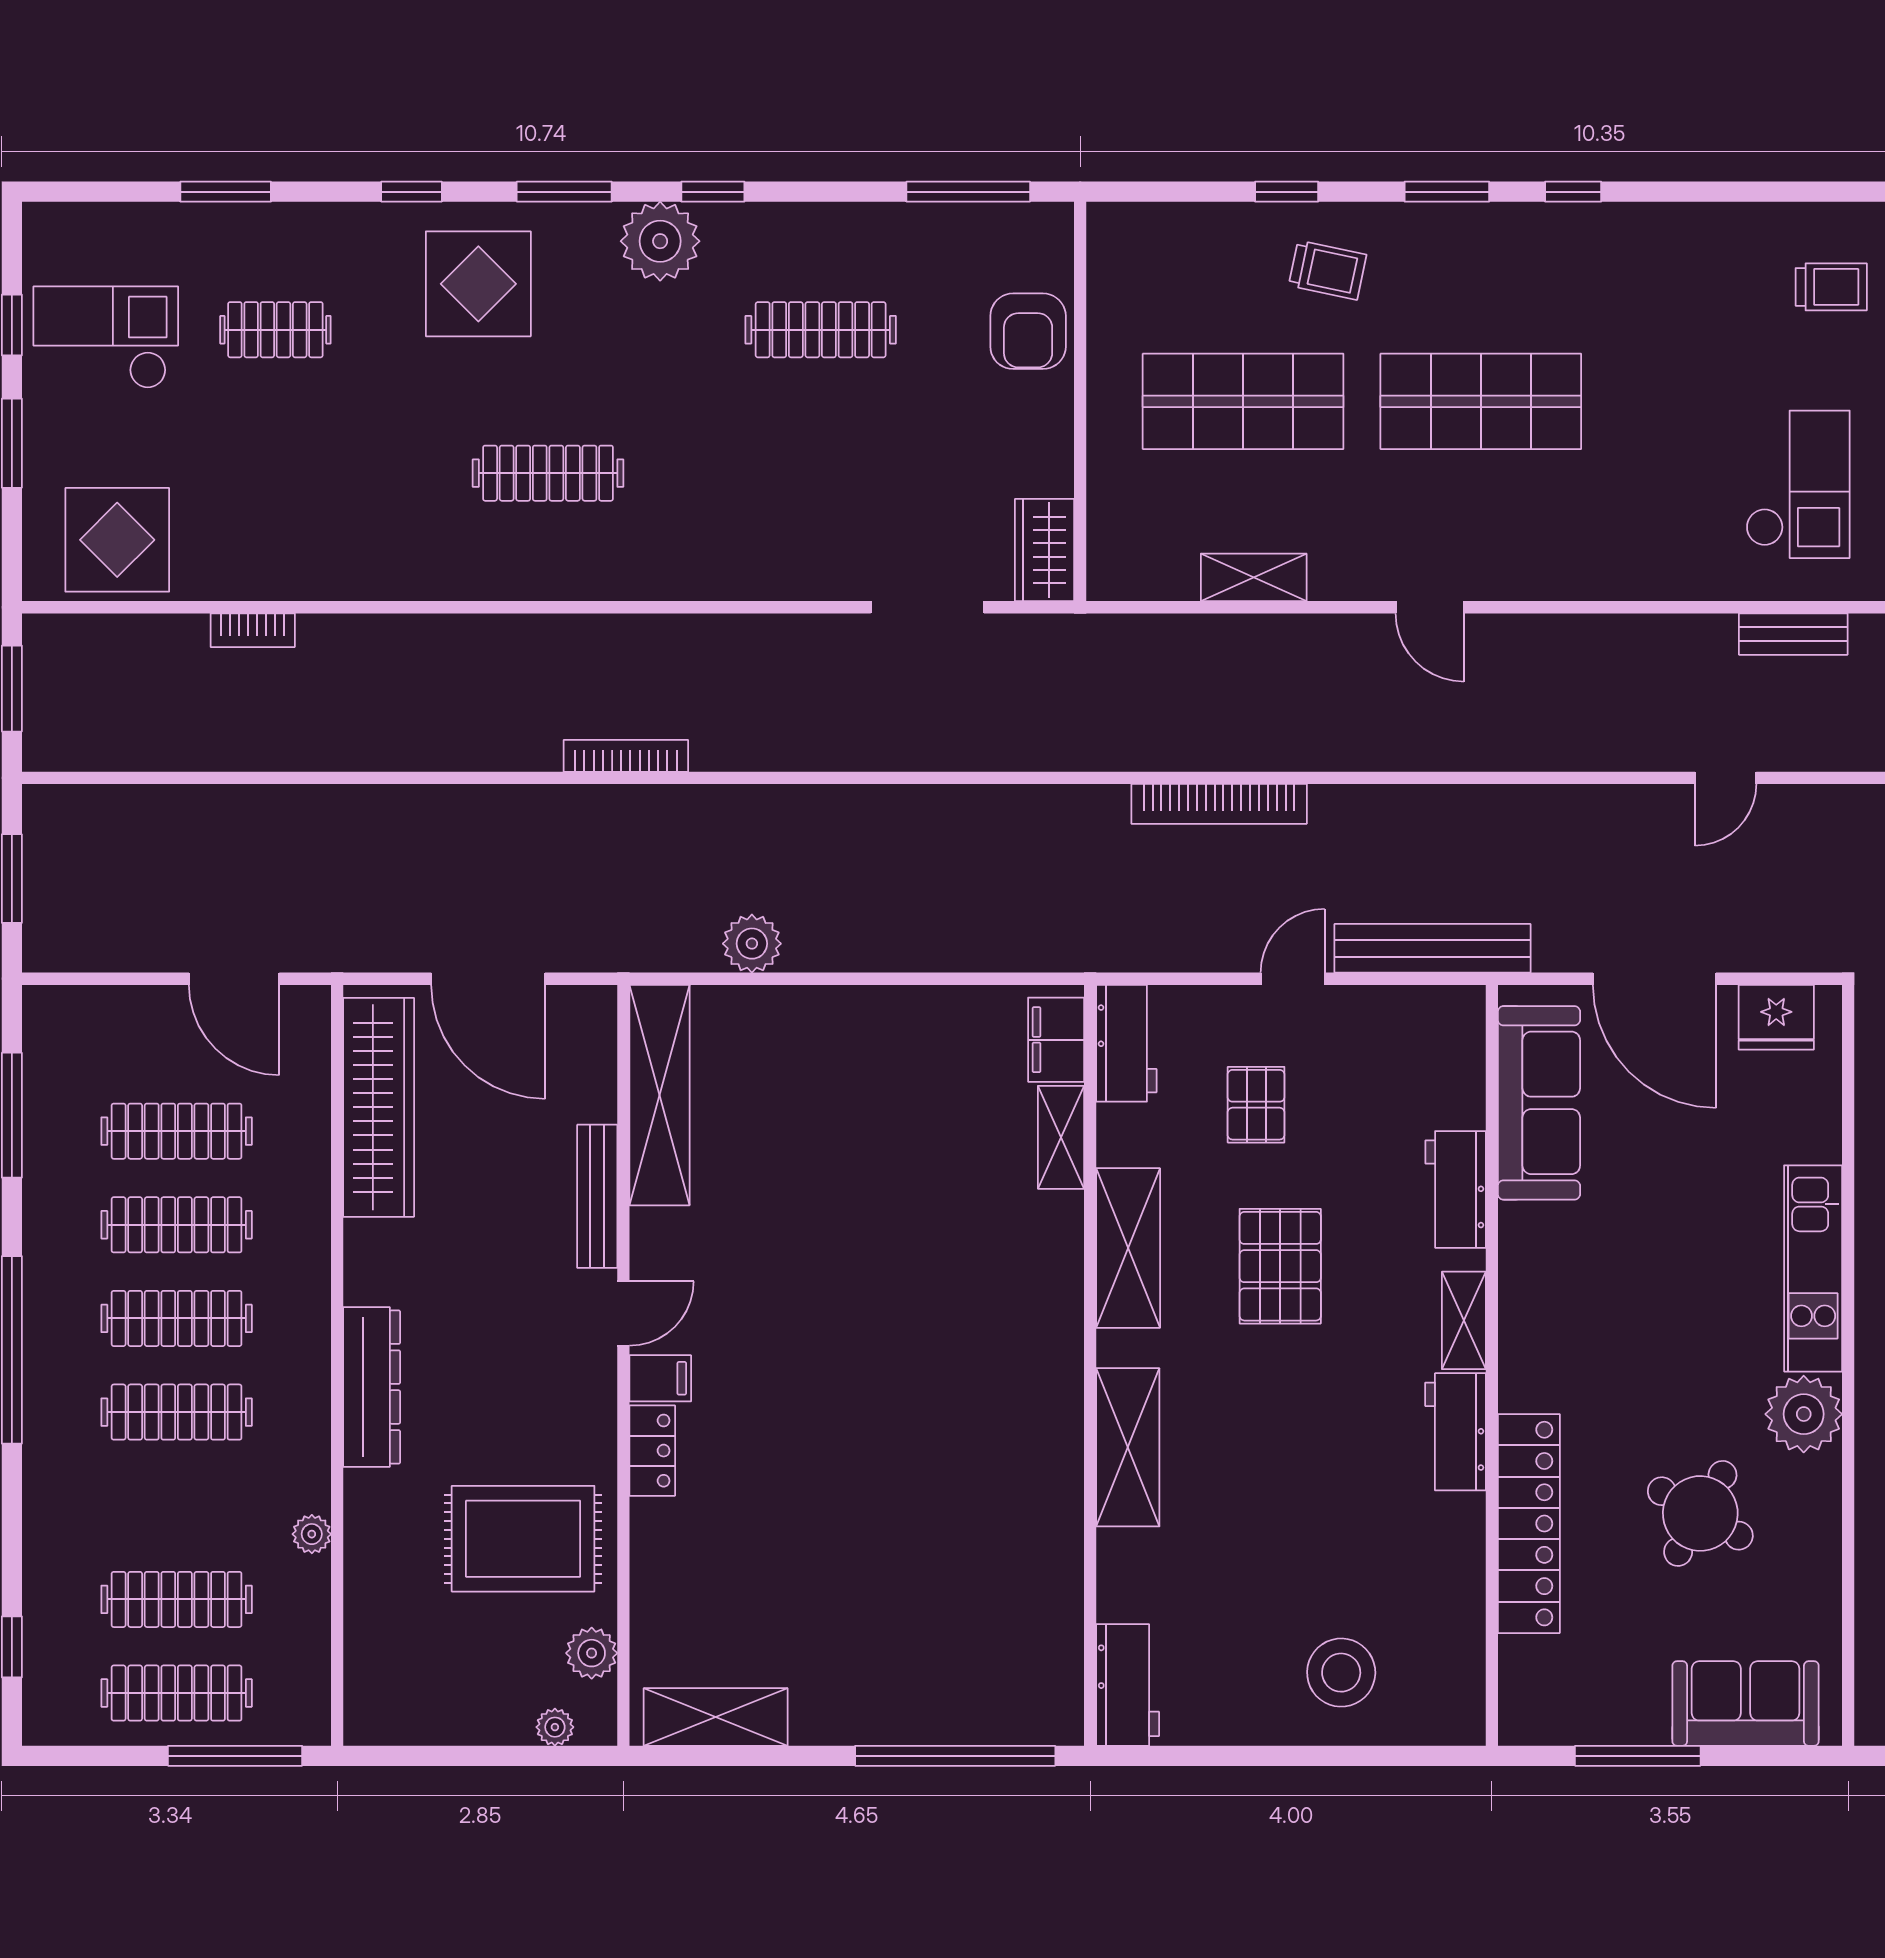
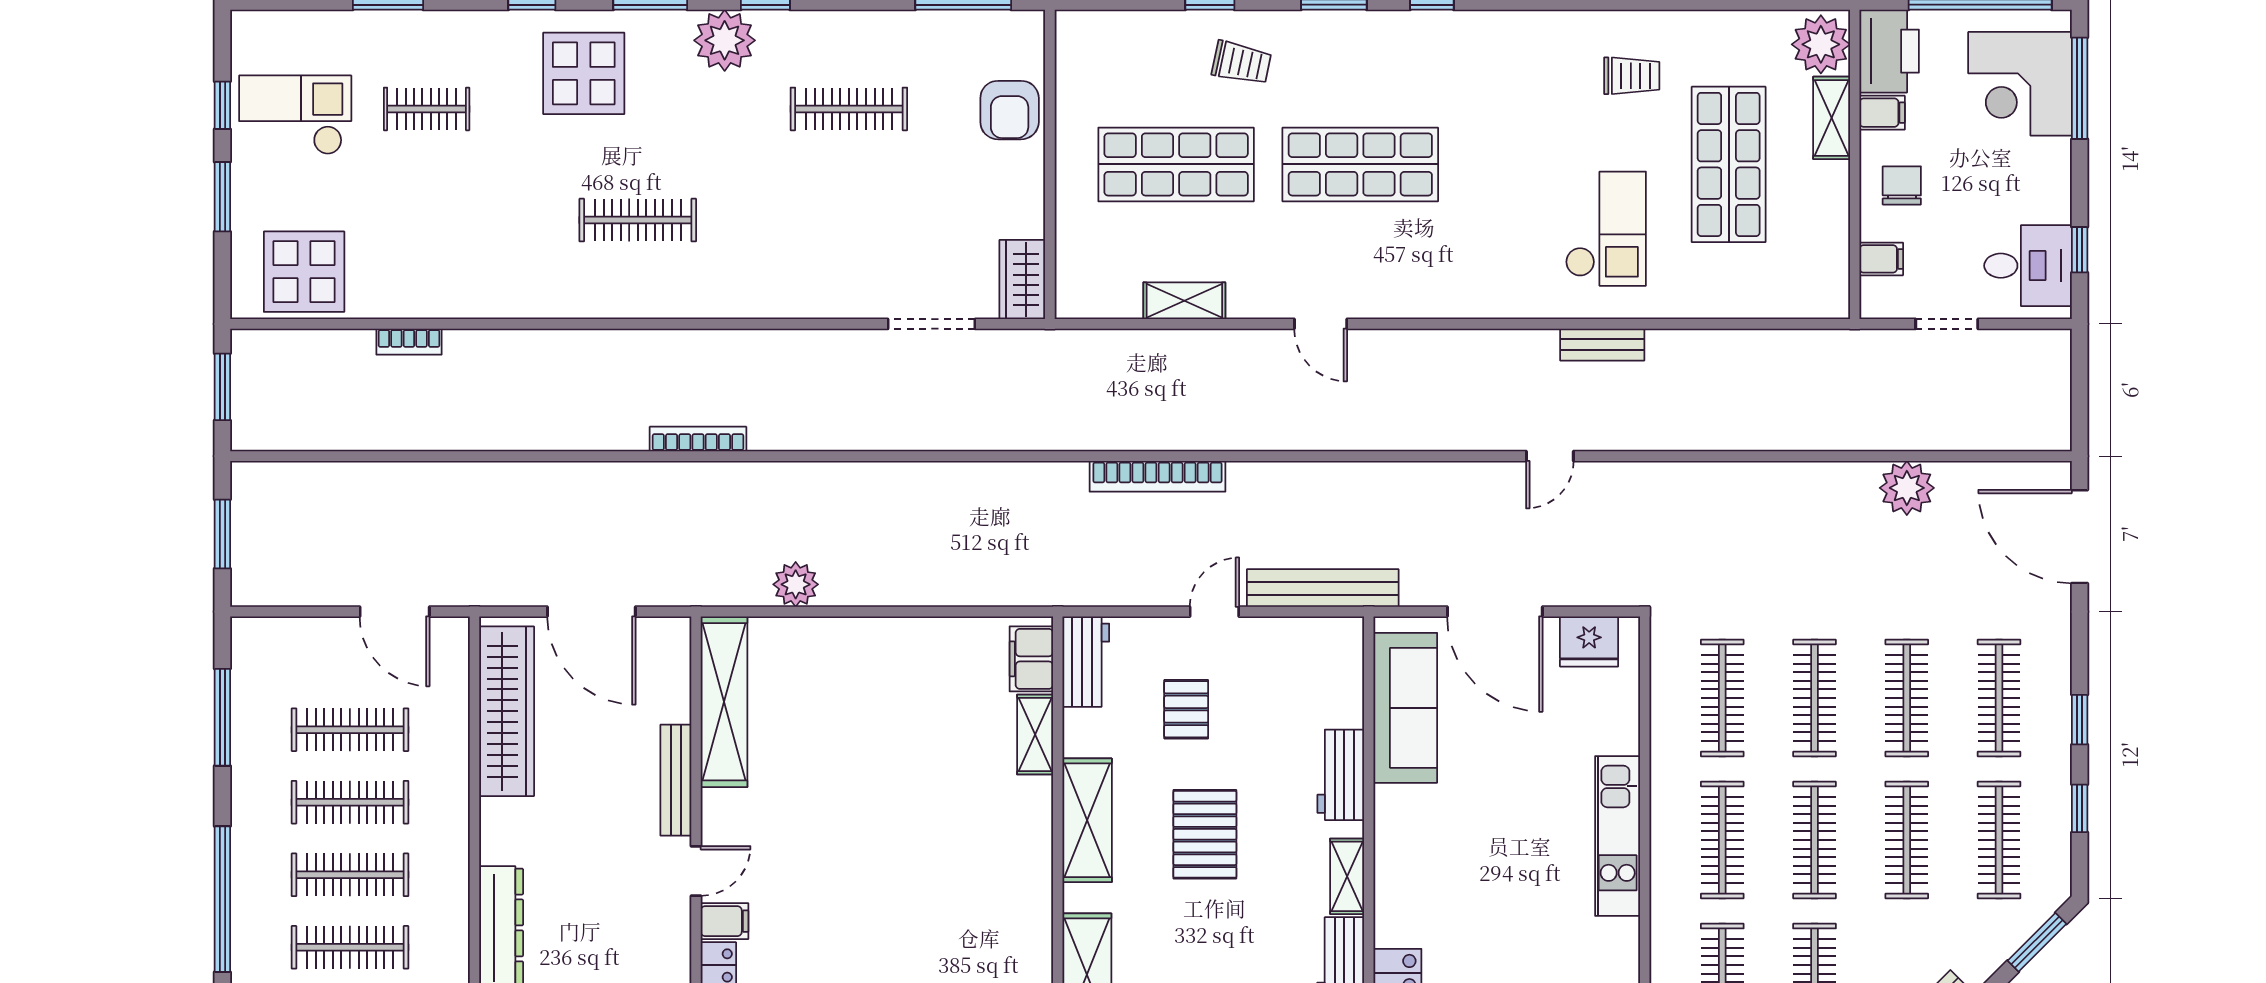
plant: (1804, 1414) -> (1610, 949), removed

